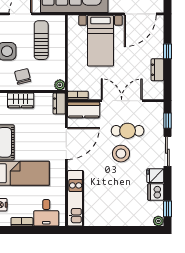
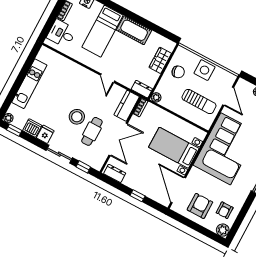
dresser: (157, 70) -> (115, 173), moved
door: (66, 143) -> (107, 78), width x0.53
kitchen unit: (76, 198) -> (29, 84), moved, turned -90

